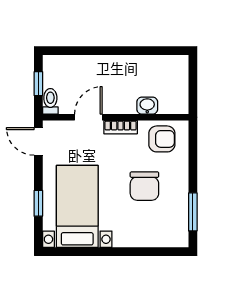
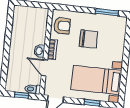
washbasin: (147, 106) -> (39, 51), moved
armchair: (162, 139) -> (62, 26), turned 90

